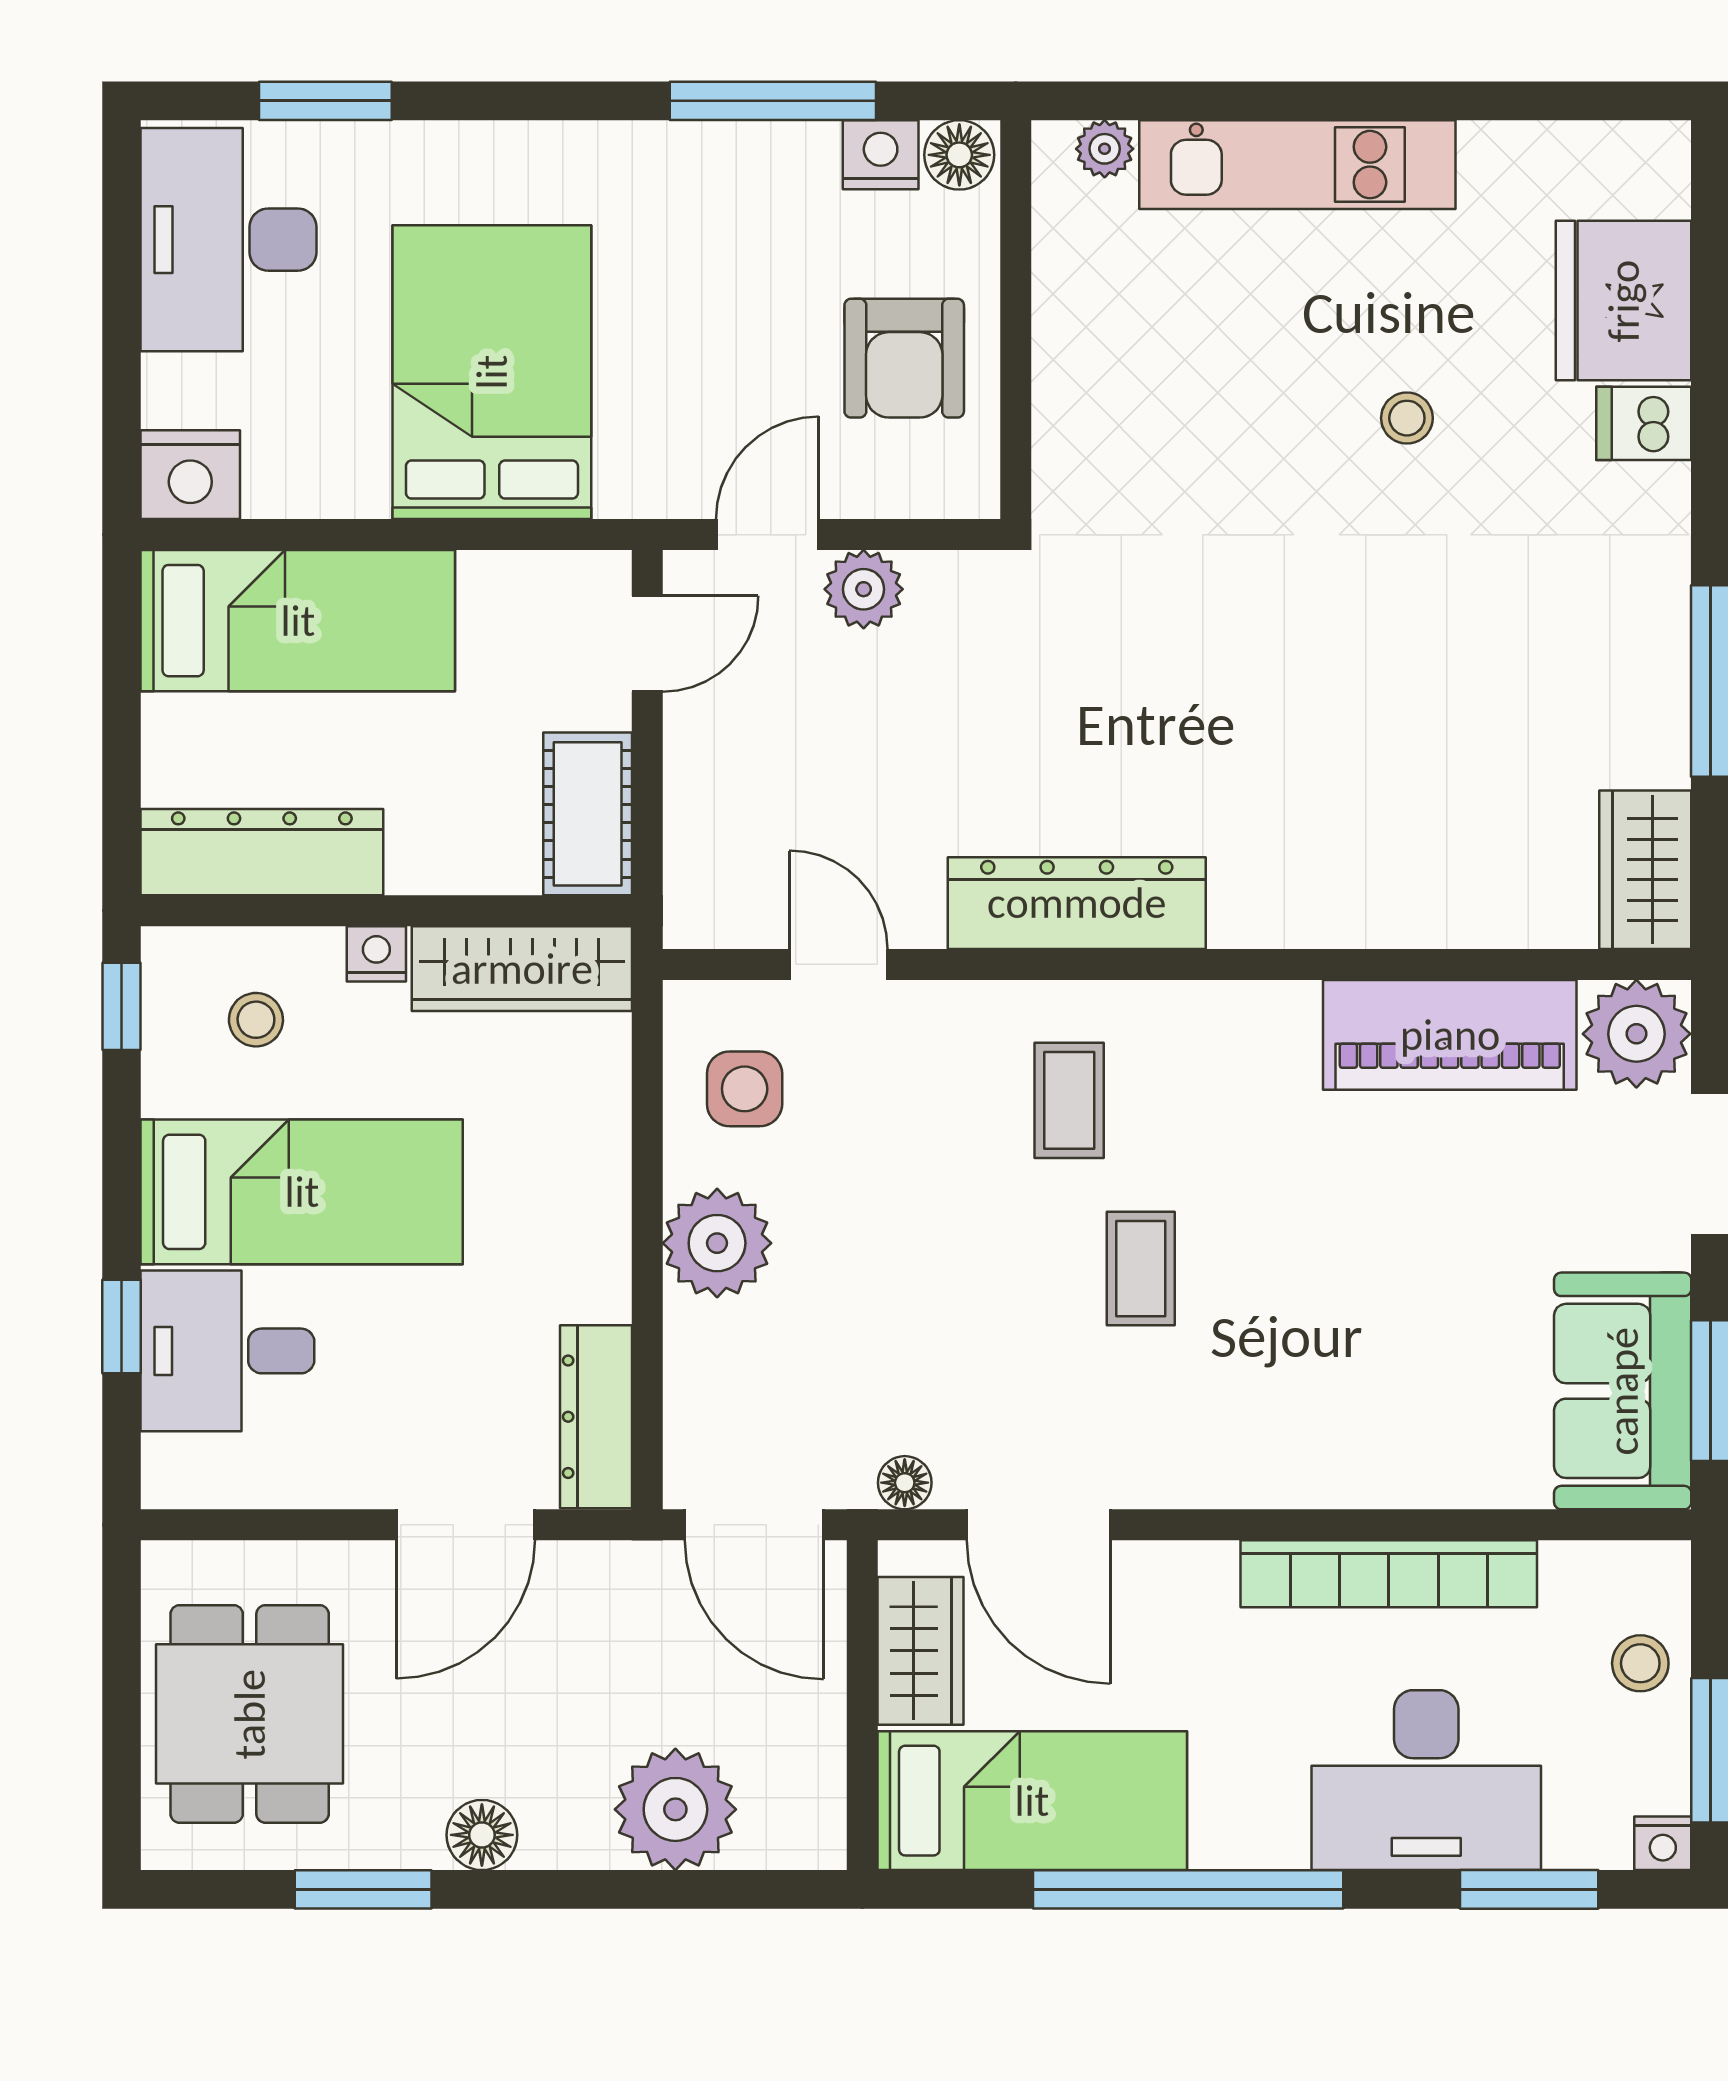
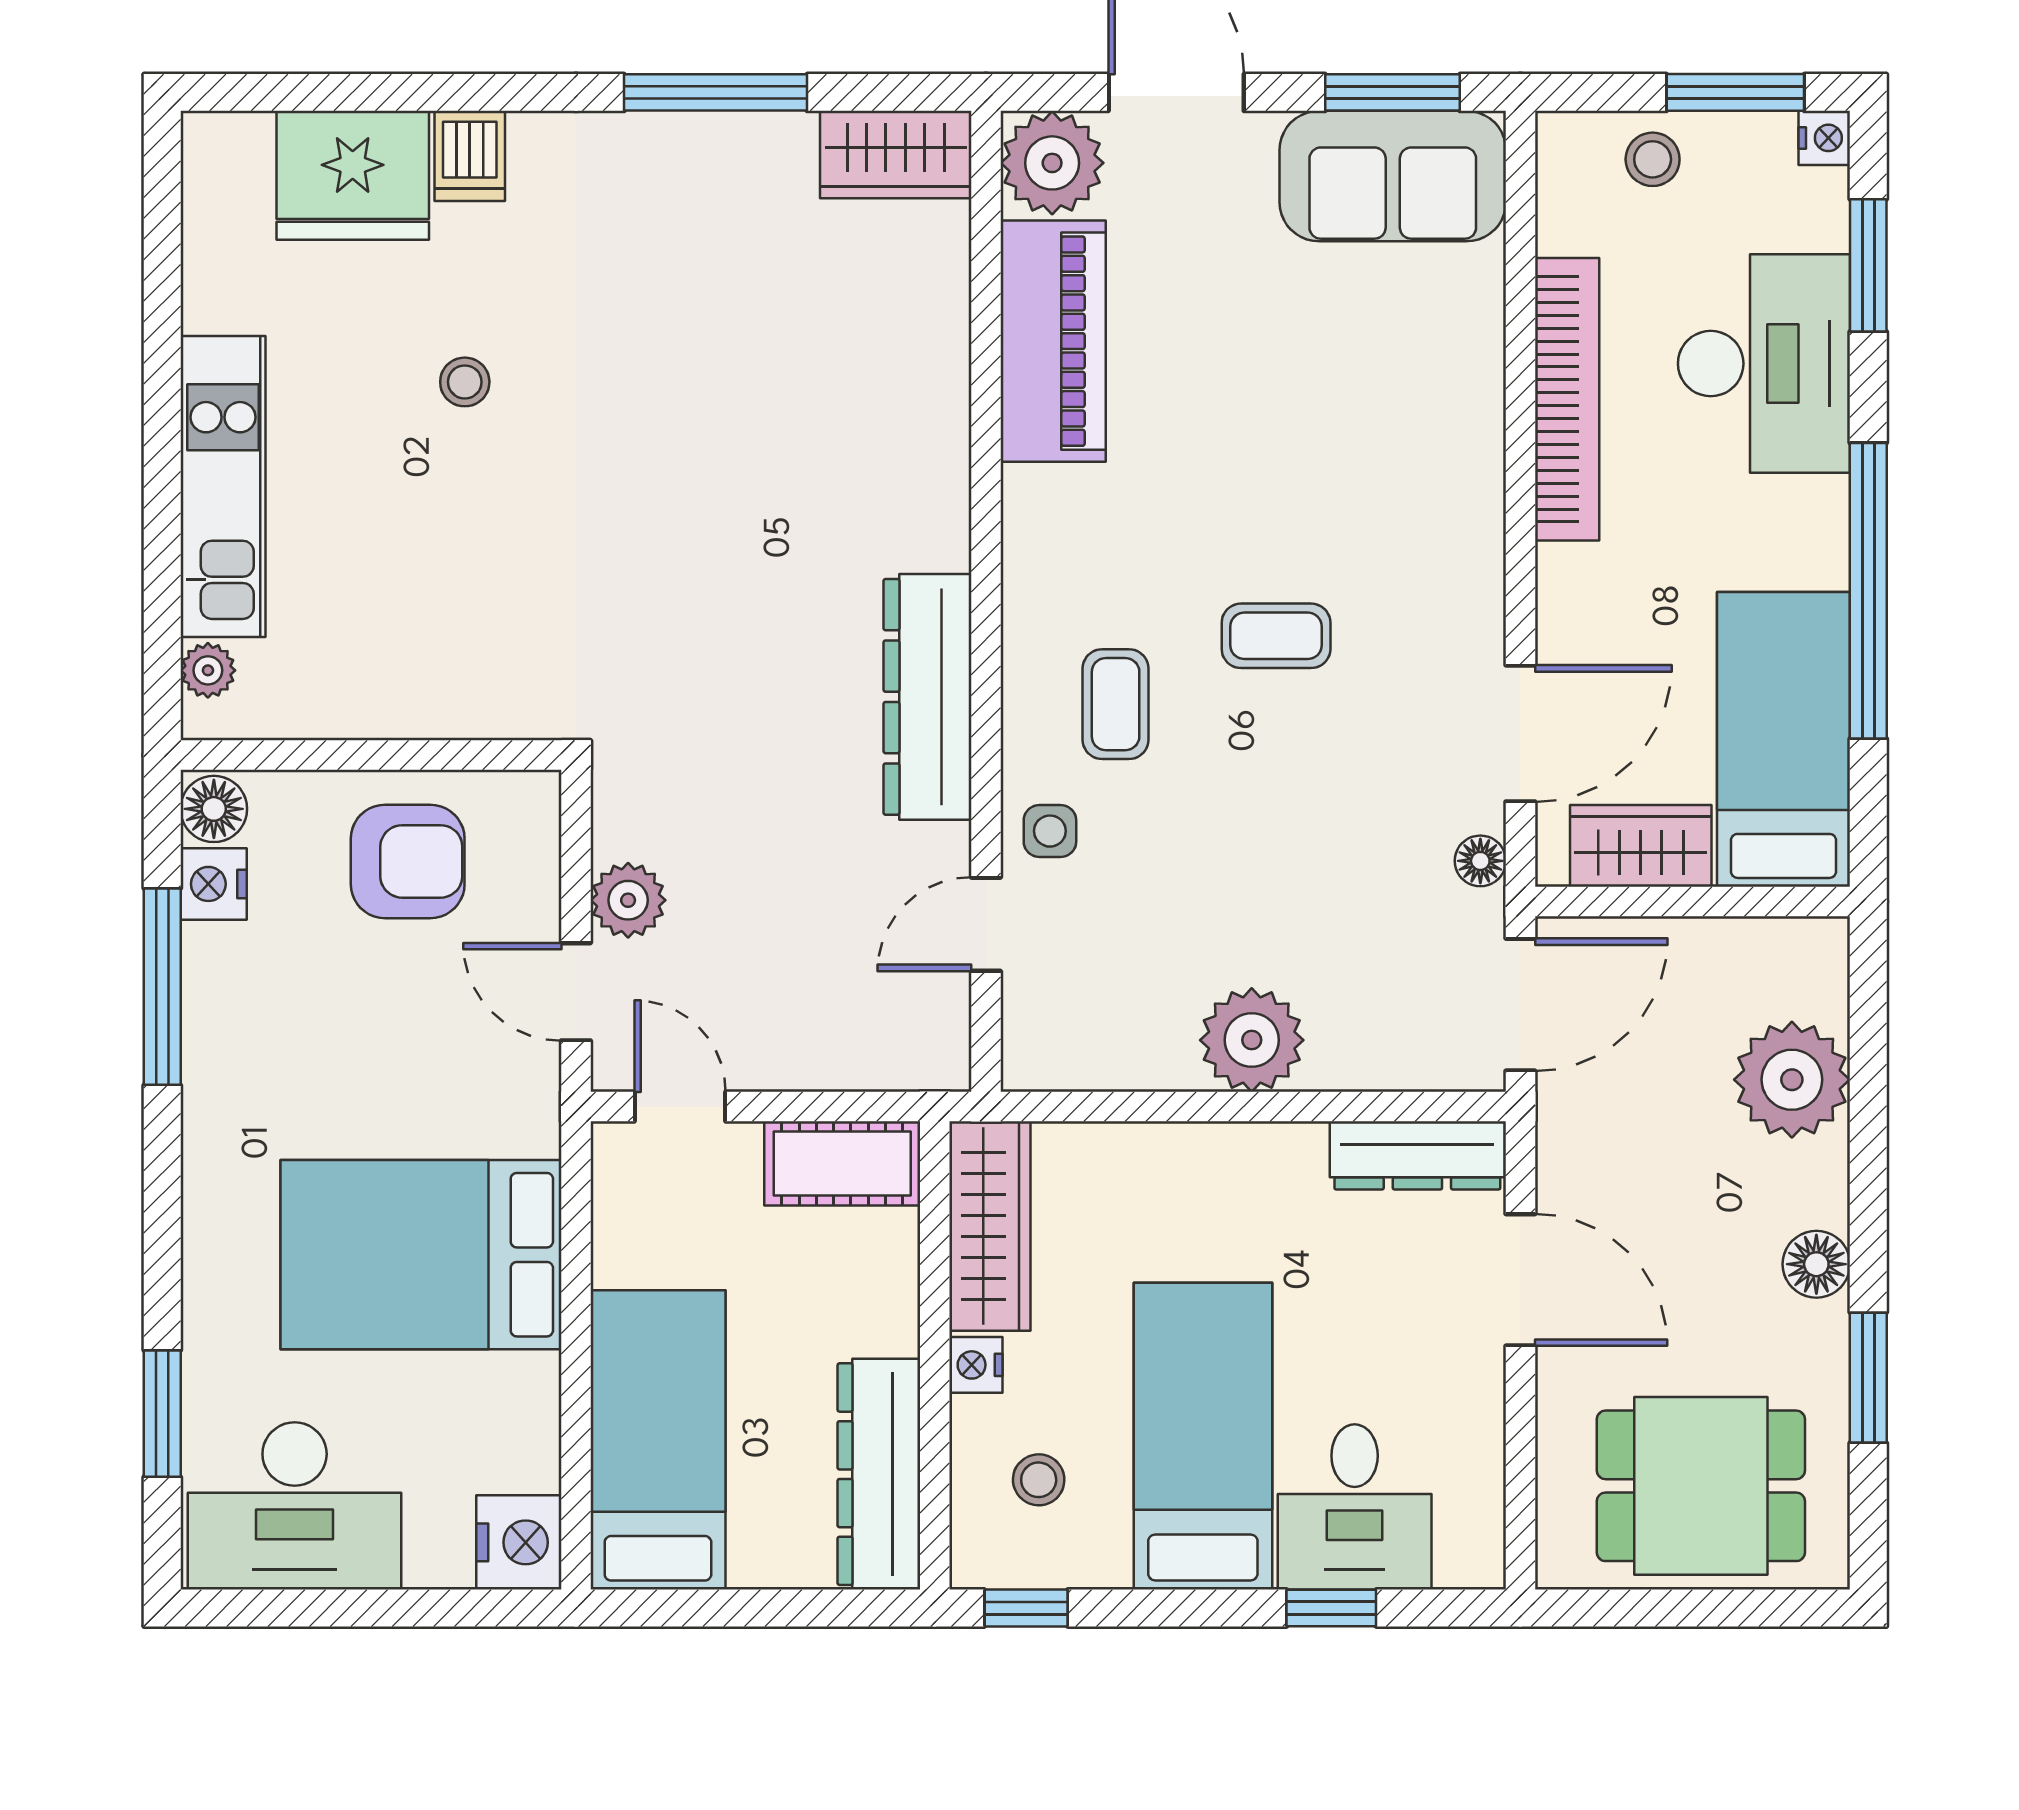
side table: (745, 1089) -> (1050, 831), moved, width x0.73, depth x0.73
coffee table: (1069, 1100) -> (1116, 704), turned 90

